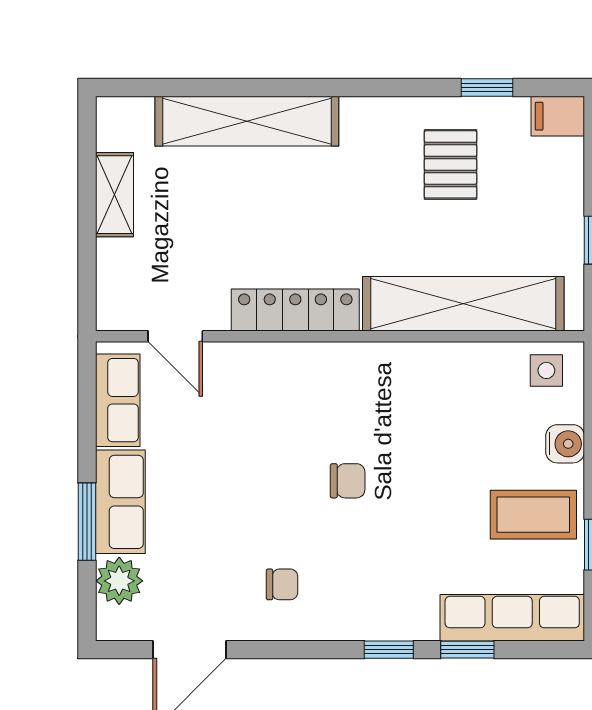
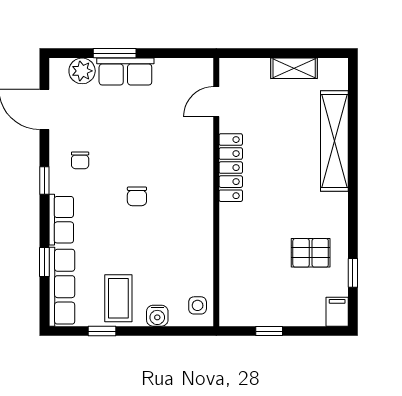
shelving: (463, 304) -> (234, 260), removed
row of seats: (118, 400) -> (61, 220), moved, turned -90
window: (389, 650) -> (44, 180), moved

